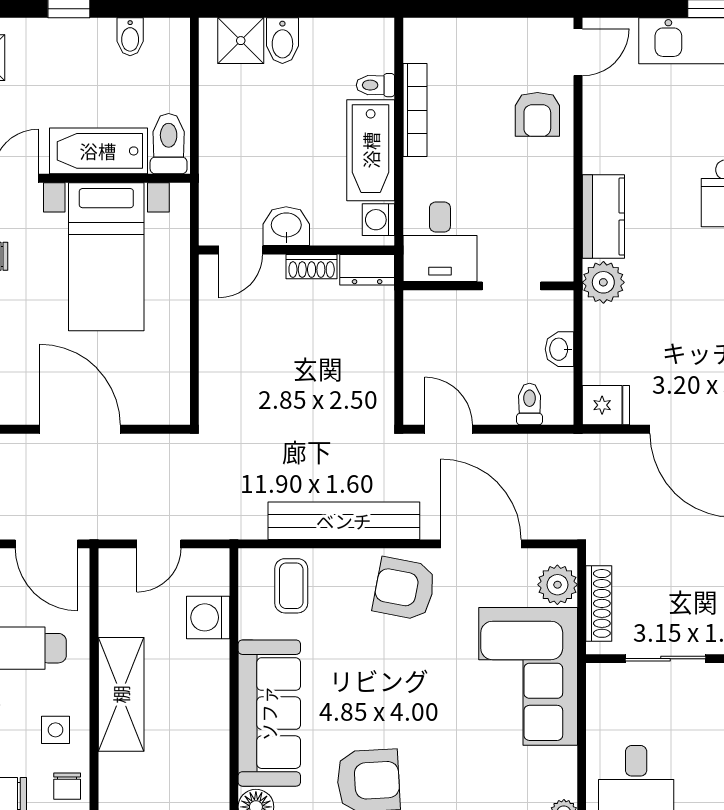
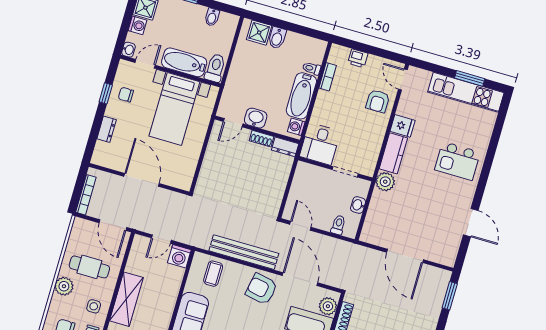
printer: (468, 35) -> (358, 58), added
door: (578, 52) -> (403, 79), swing flipped
bookcase: (415, 110) -> (328, 77), width x0.64
fridge: (606, 405) -> (403, 126), moved
washing machine: (208, 617) -> (179, 256), moved, turned -90

